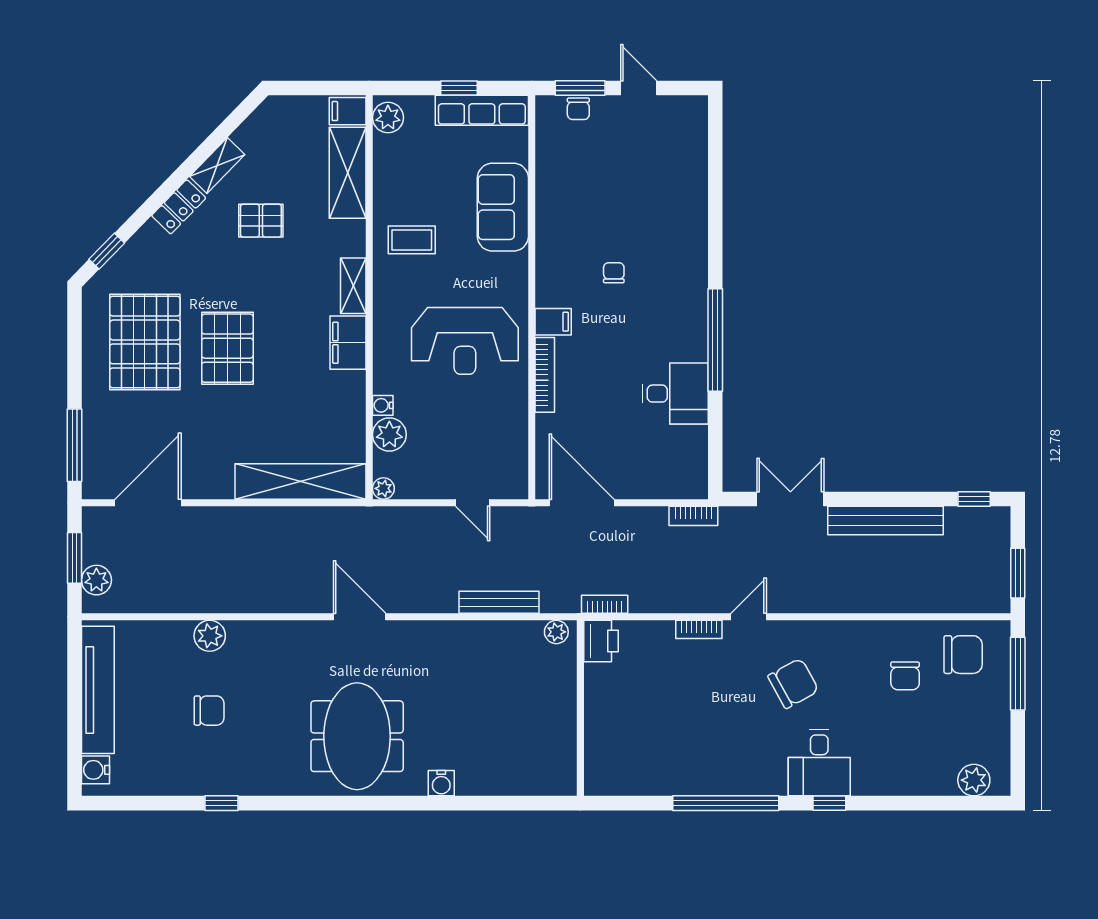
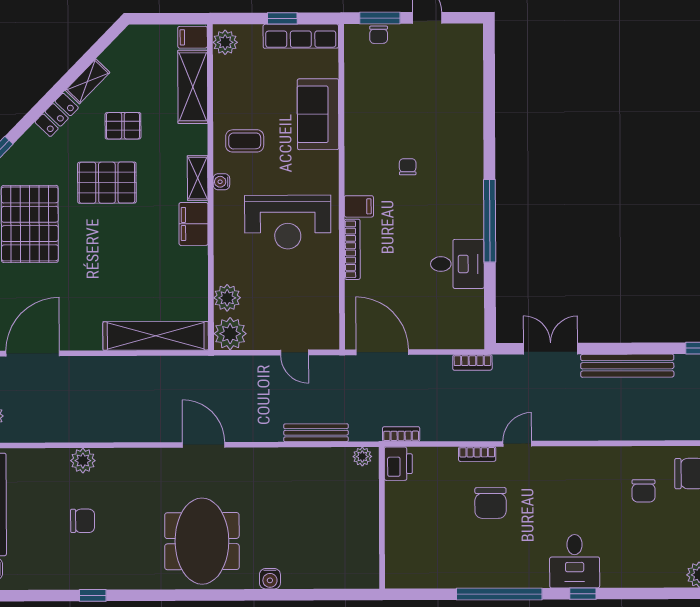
pallet: (227, 348) -> (107, 183), moved, turned 90
water cooler: (383, 405) -> (221, 182), moved
plant: (383, 488) -> (230, 334), width x1.87, depth x1.87
chair: (793, 683) -> (490, 503), moved, turned 119

